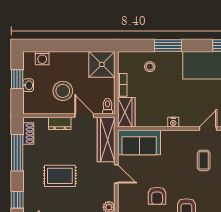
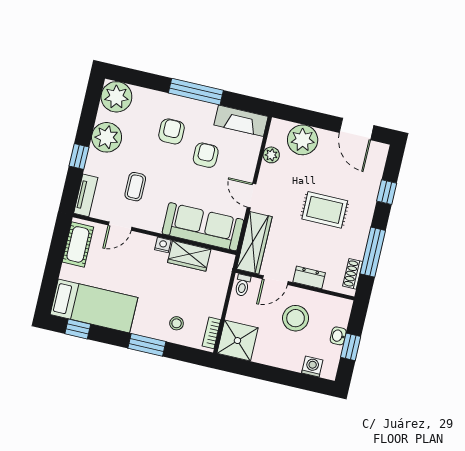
bookcase: (122, 85) -> (211, 333), moved
wardrobe: (126, 112) -> (189, 256), moved, turned -90
door: (84, 116) -> (275, 280), hinge flipped
sofa: (139, 142) -> (203, 227), width x1.36

